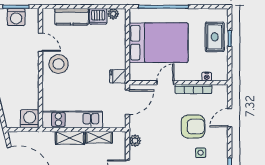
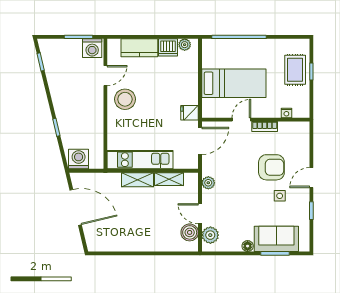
washing machine: (16, 17) -> (92, 48), moved
door: (40, 42) -> (105, 76), hinge flipped
bed: (159, 43) -> (234, 83), width x0.67
bookcase: (193, 89) -> (265, 127), width x0.64
door: (230, 118) -> (311, 178), moved
washing machine: (30, 119) -> (79, 159), moved

